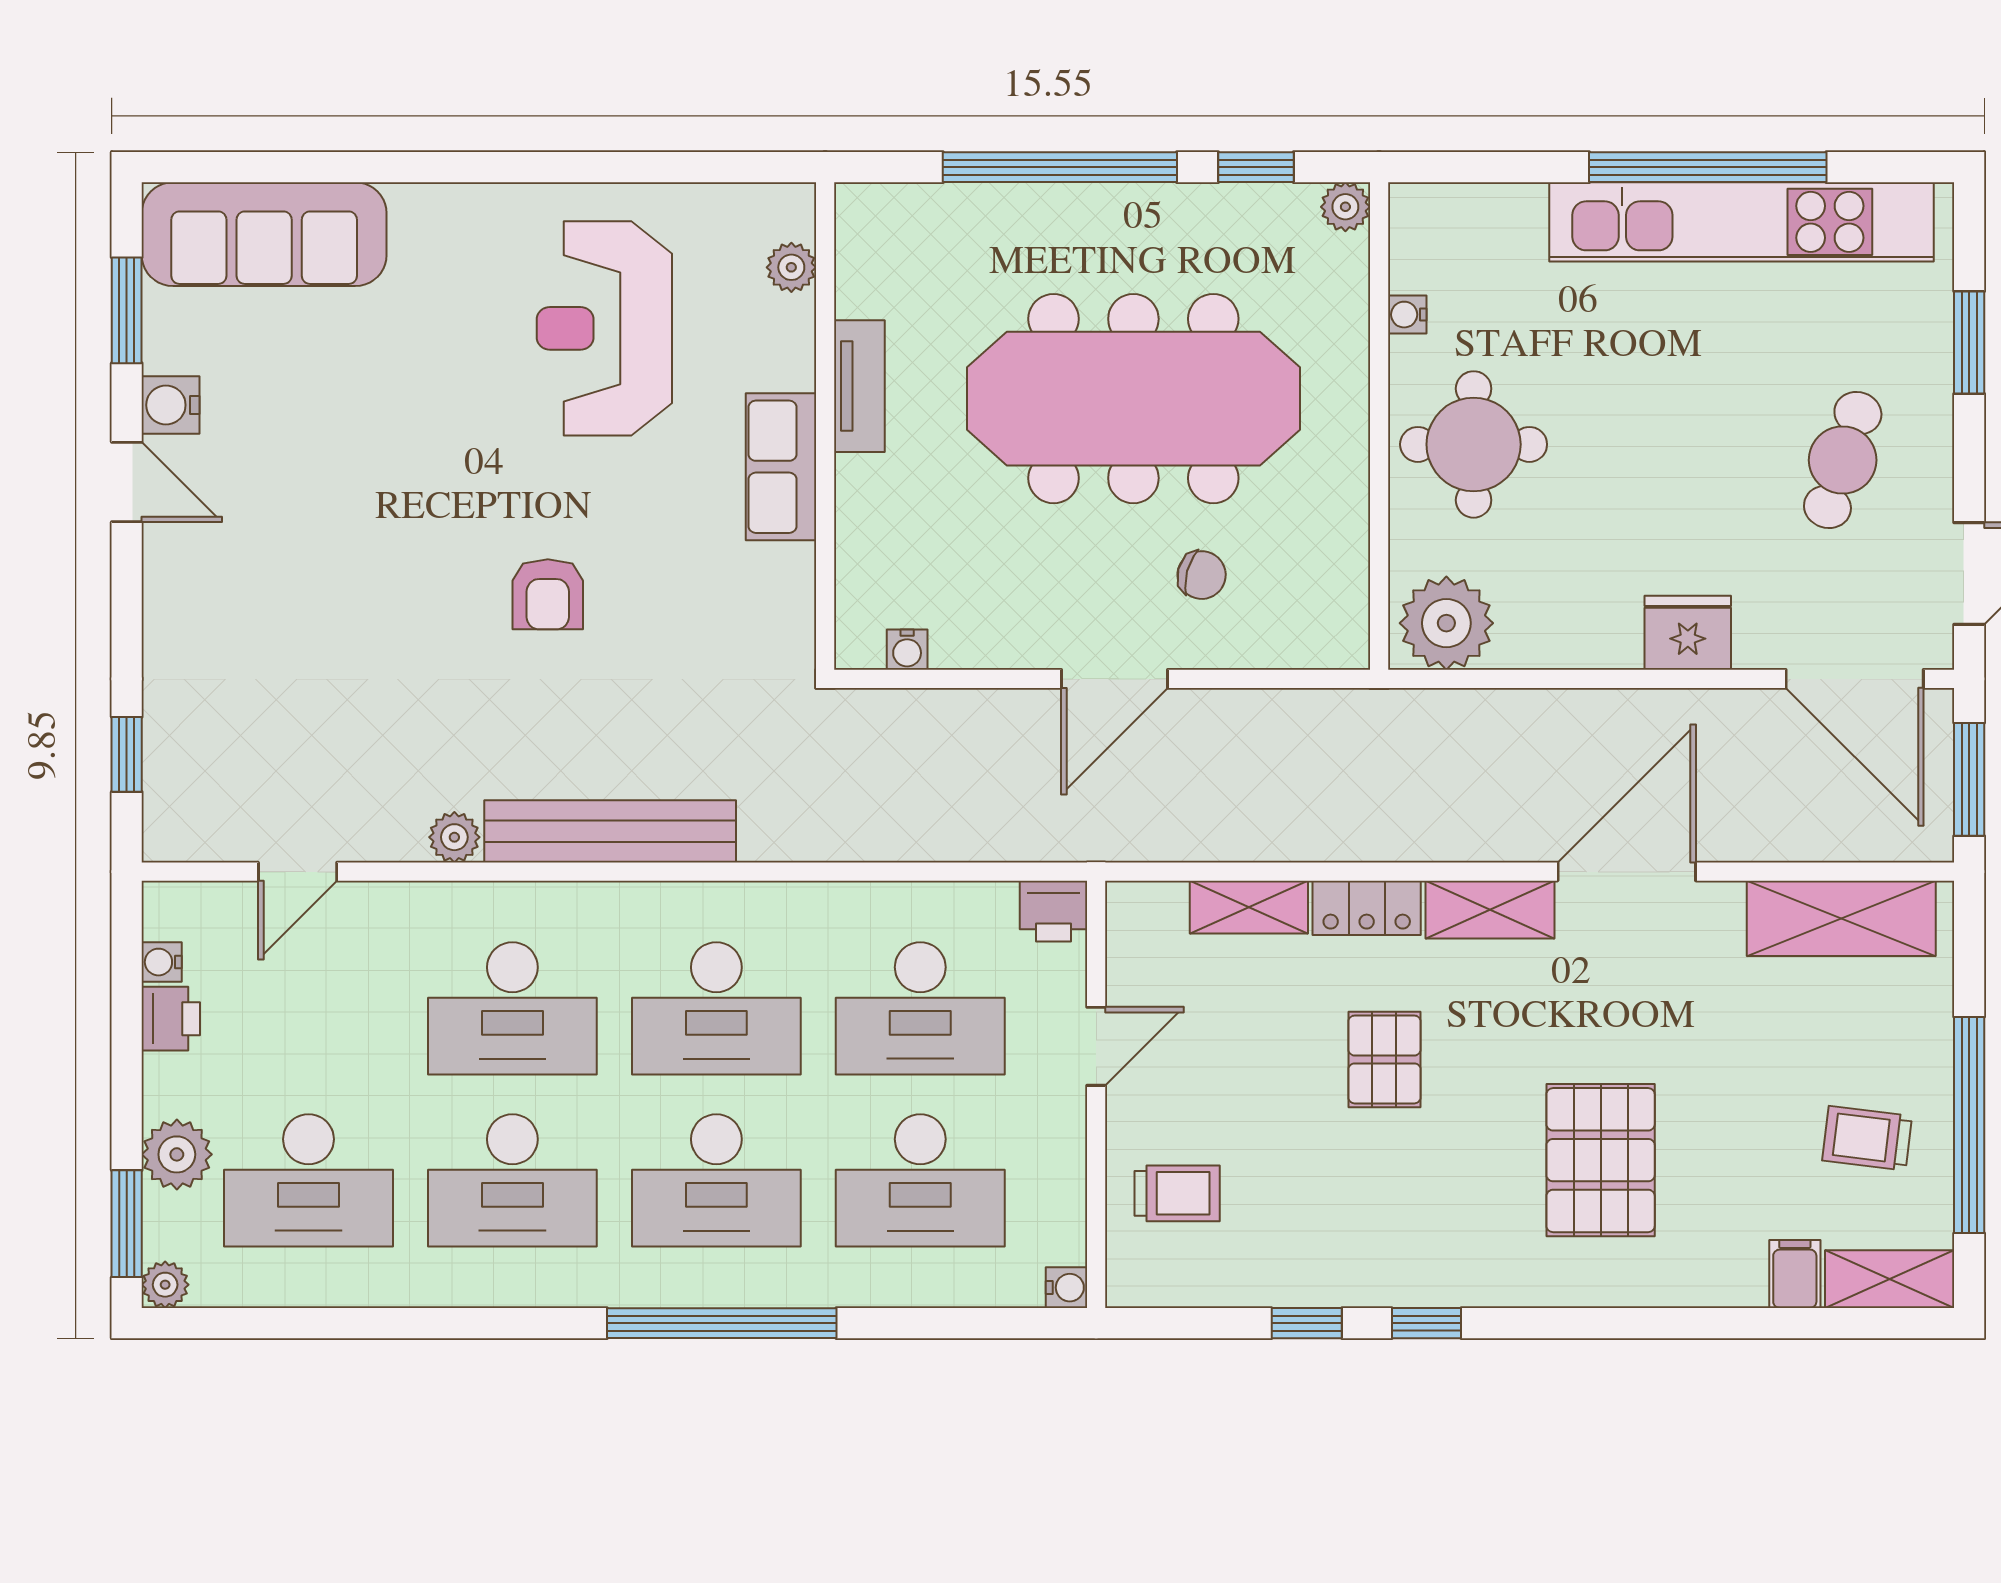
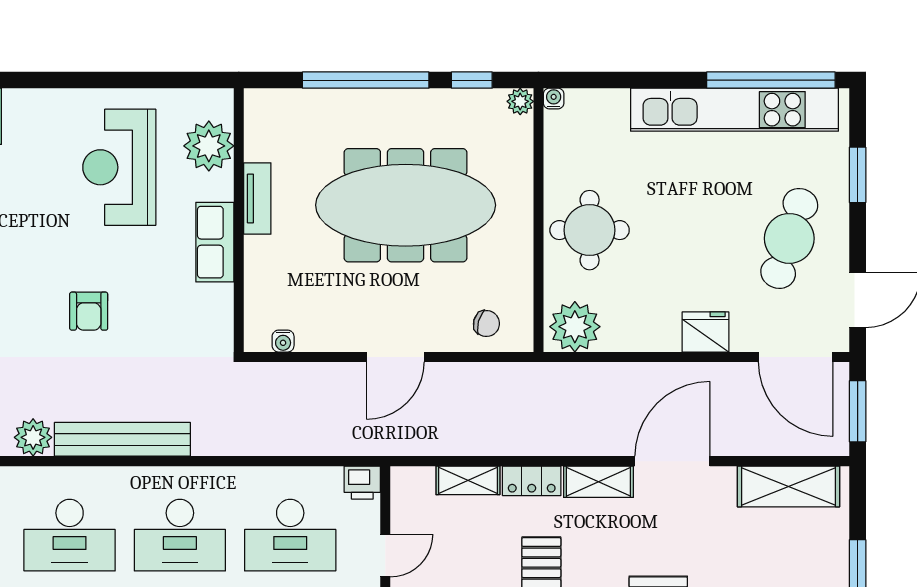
window: (1708, 167) -> (771, 80), moved
plant: (791, 267) -> (209, 146), width x1.87, depth x1.87
water cooler: (1407, 315) -> (554, 99), moved, turned 90
cafe table: (1843, 460) -> (789, 238), width x1.37, depth x1.35
chair: (1202, 575) -> (486, 324), moved
plant: (454, 837) -> (33, 437), width x1.38, depth x1.38

